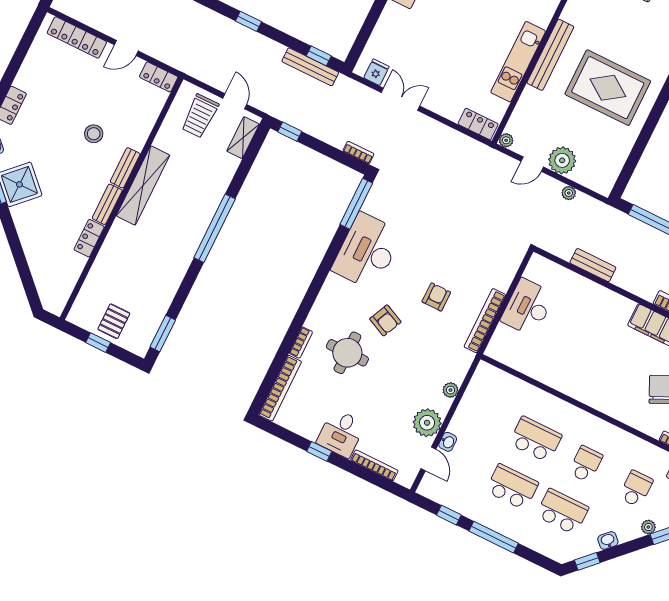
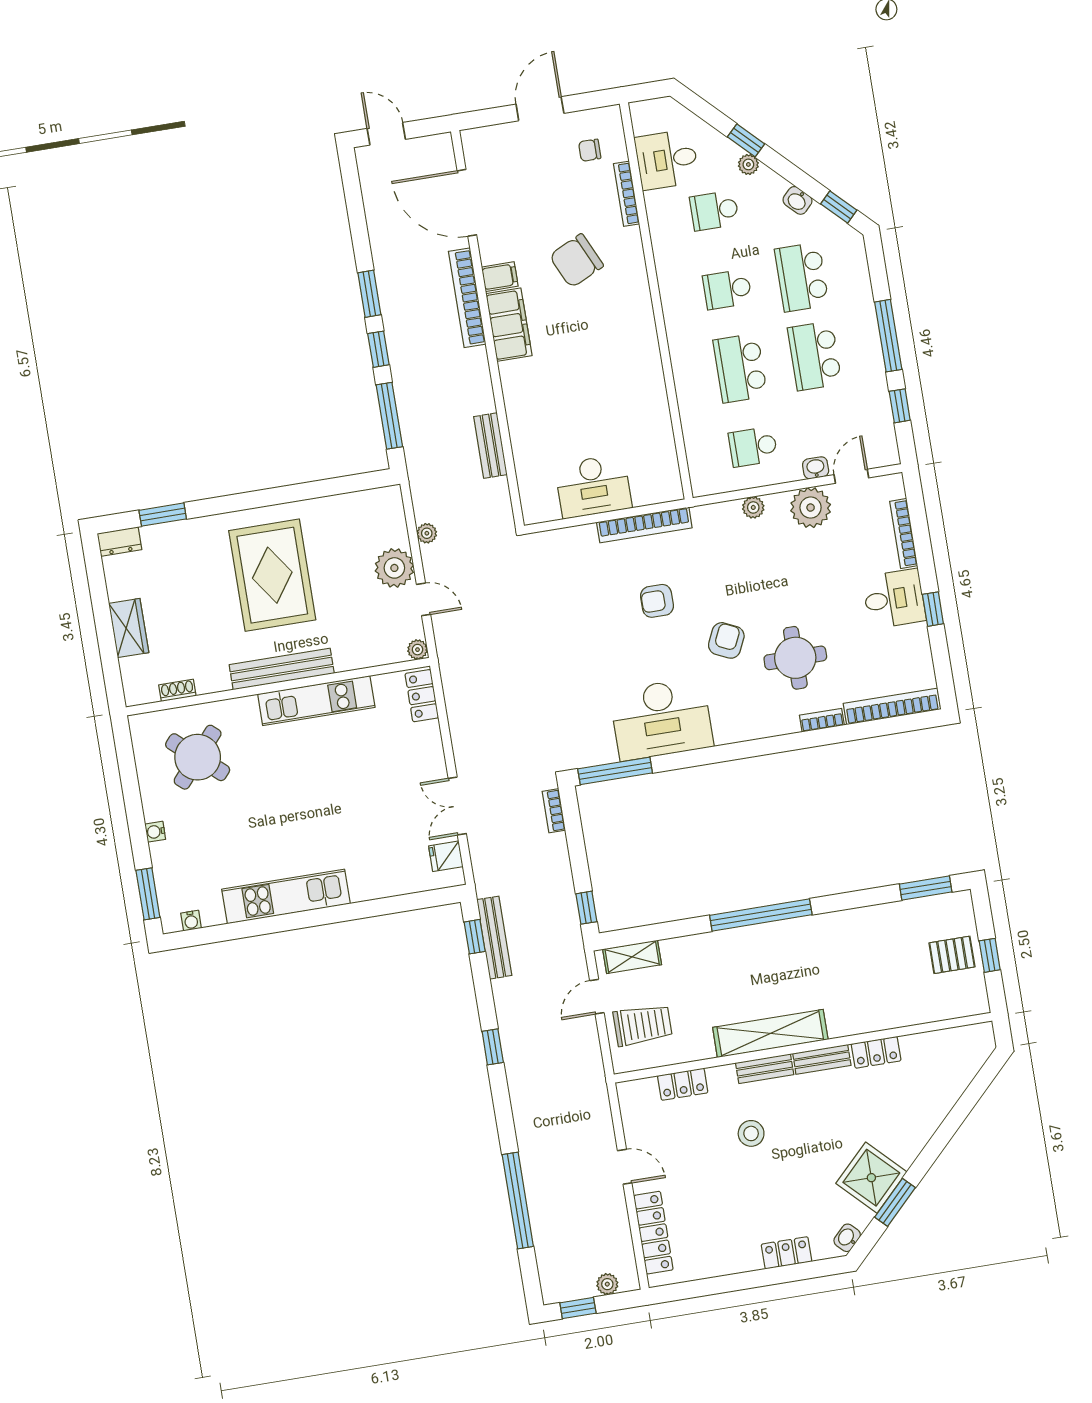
locker: (159, 77) -> (683, 1084), moved, turned 90
school desk: (485, 415) -> (753, 447), added

